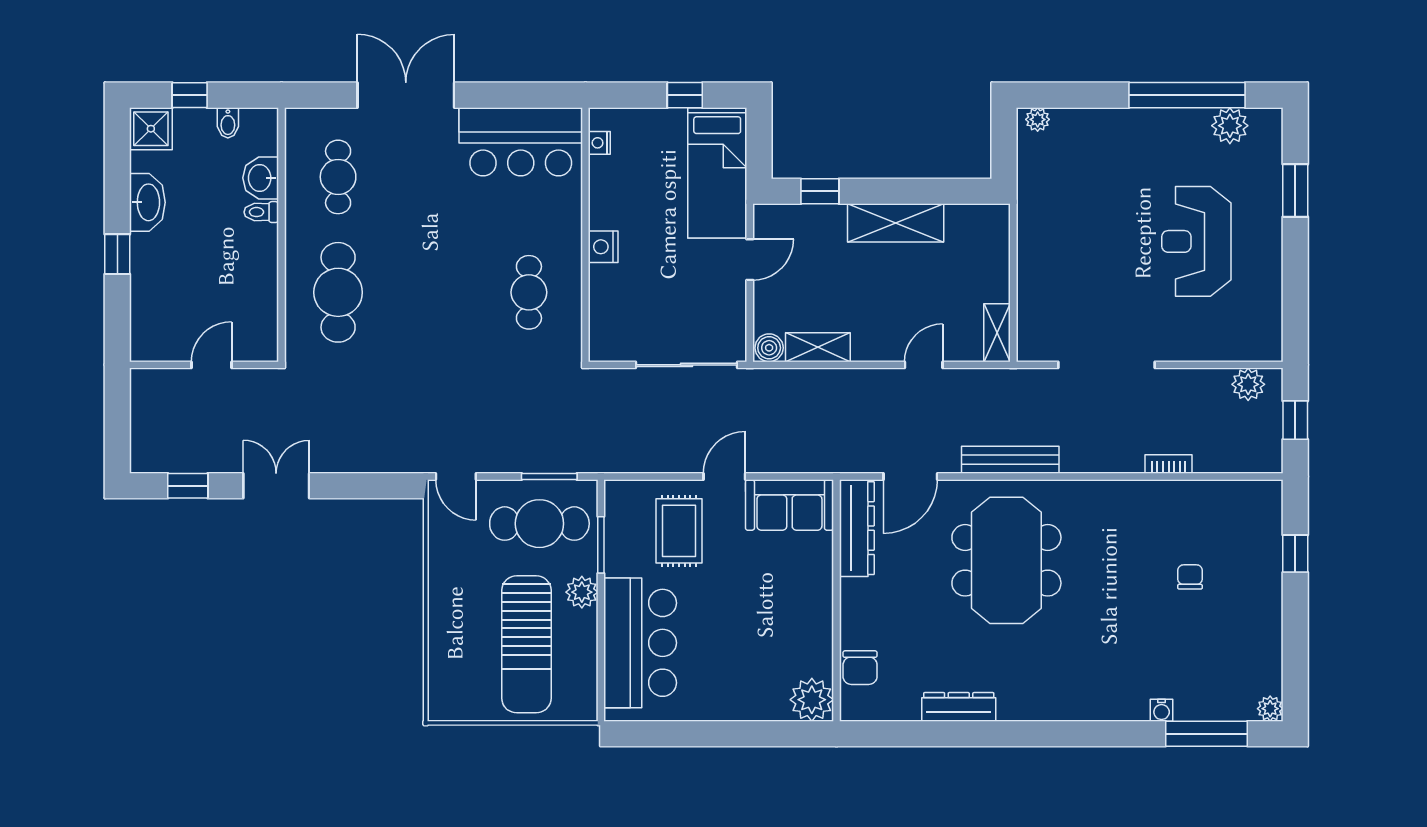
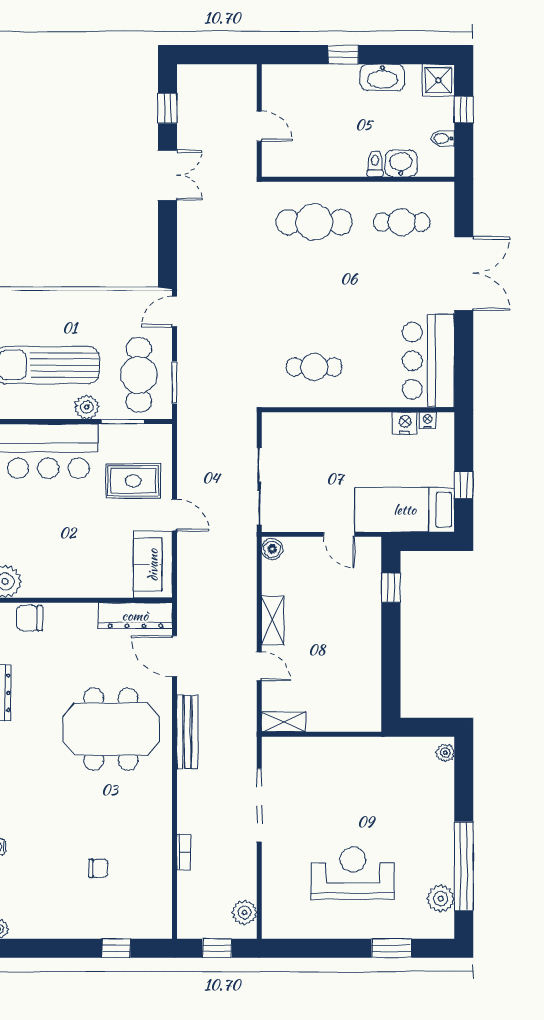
shelving: (896, 223) -> (367, 645), removed
nightstand: (603, 247) -> (405, 423), moved
shelving: (818, 347) -> (273, 620), moved

